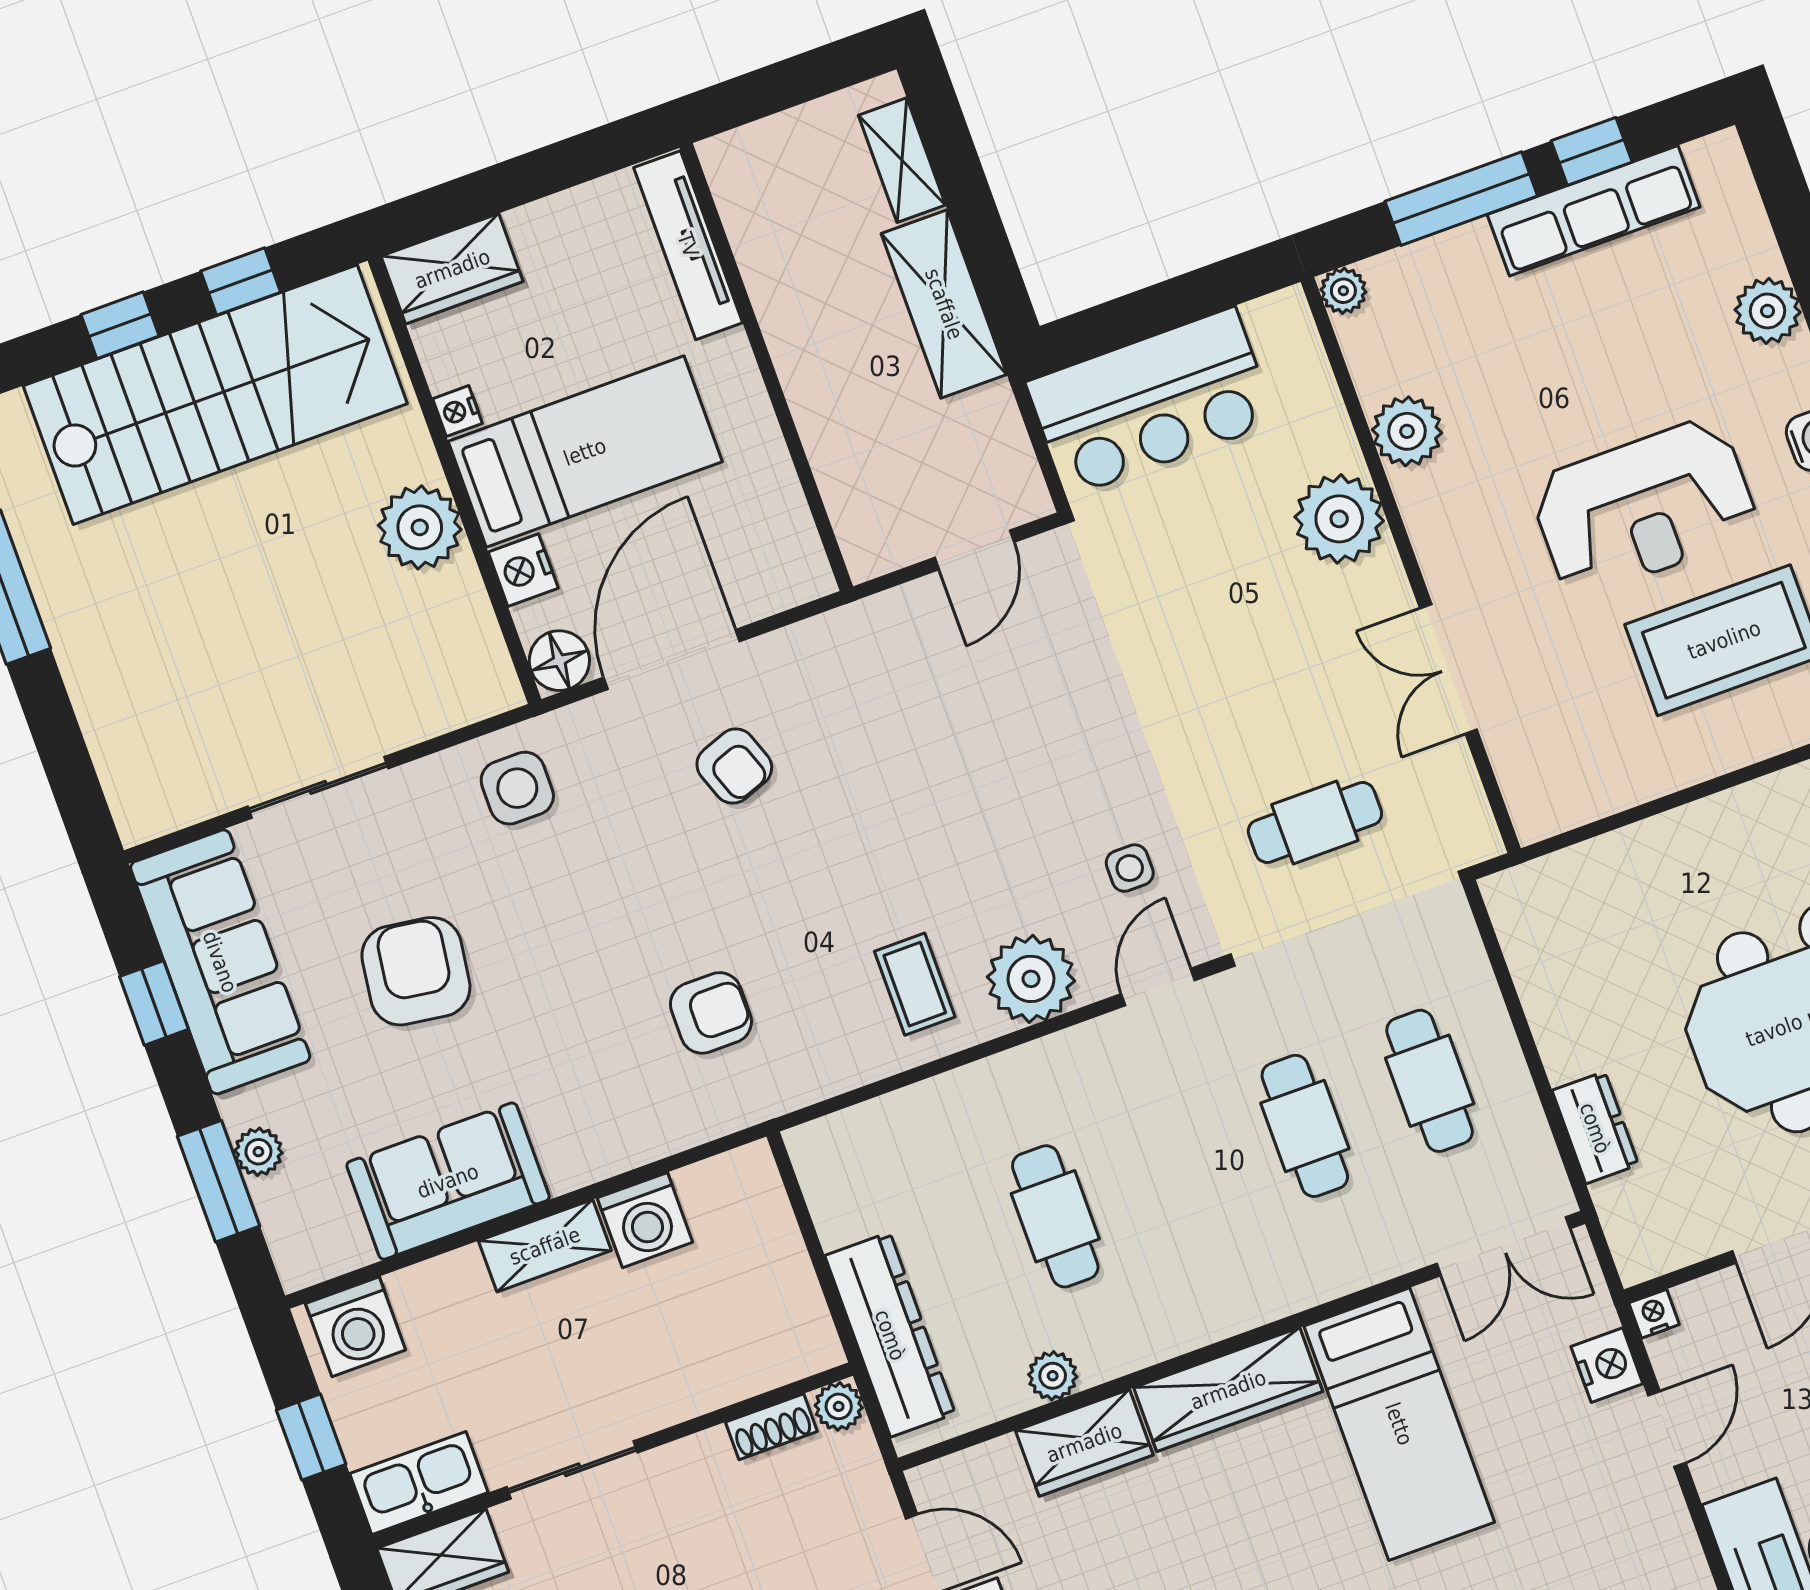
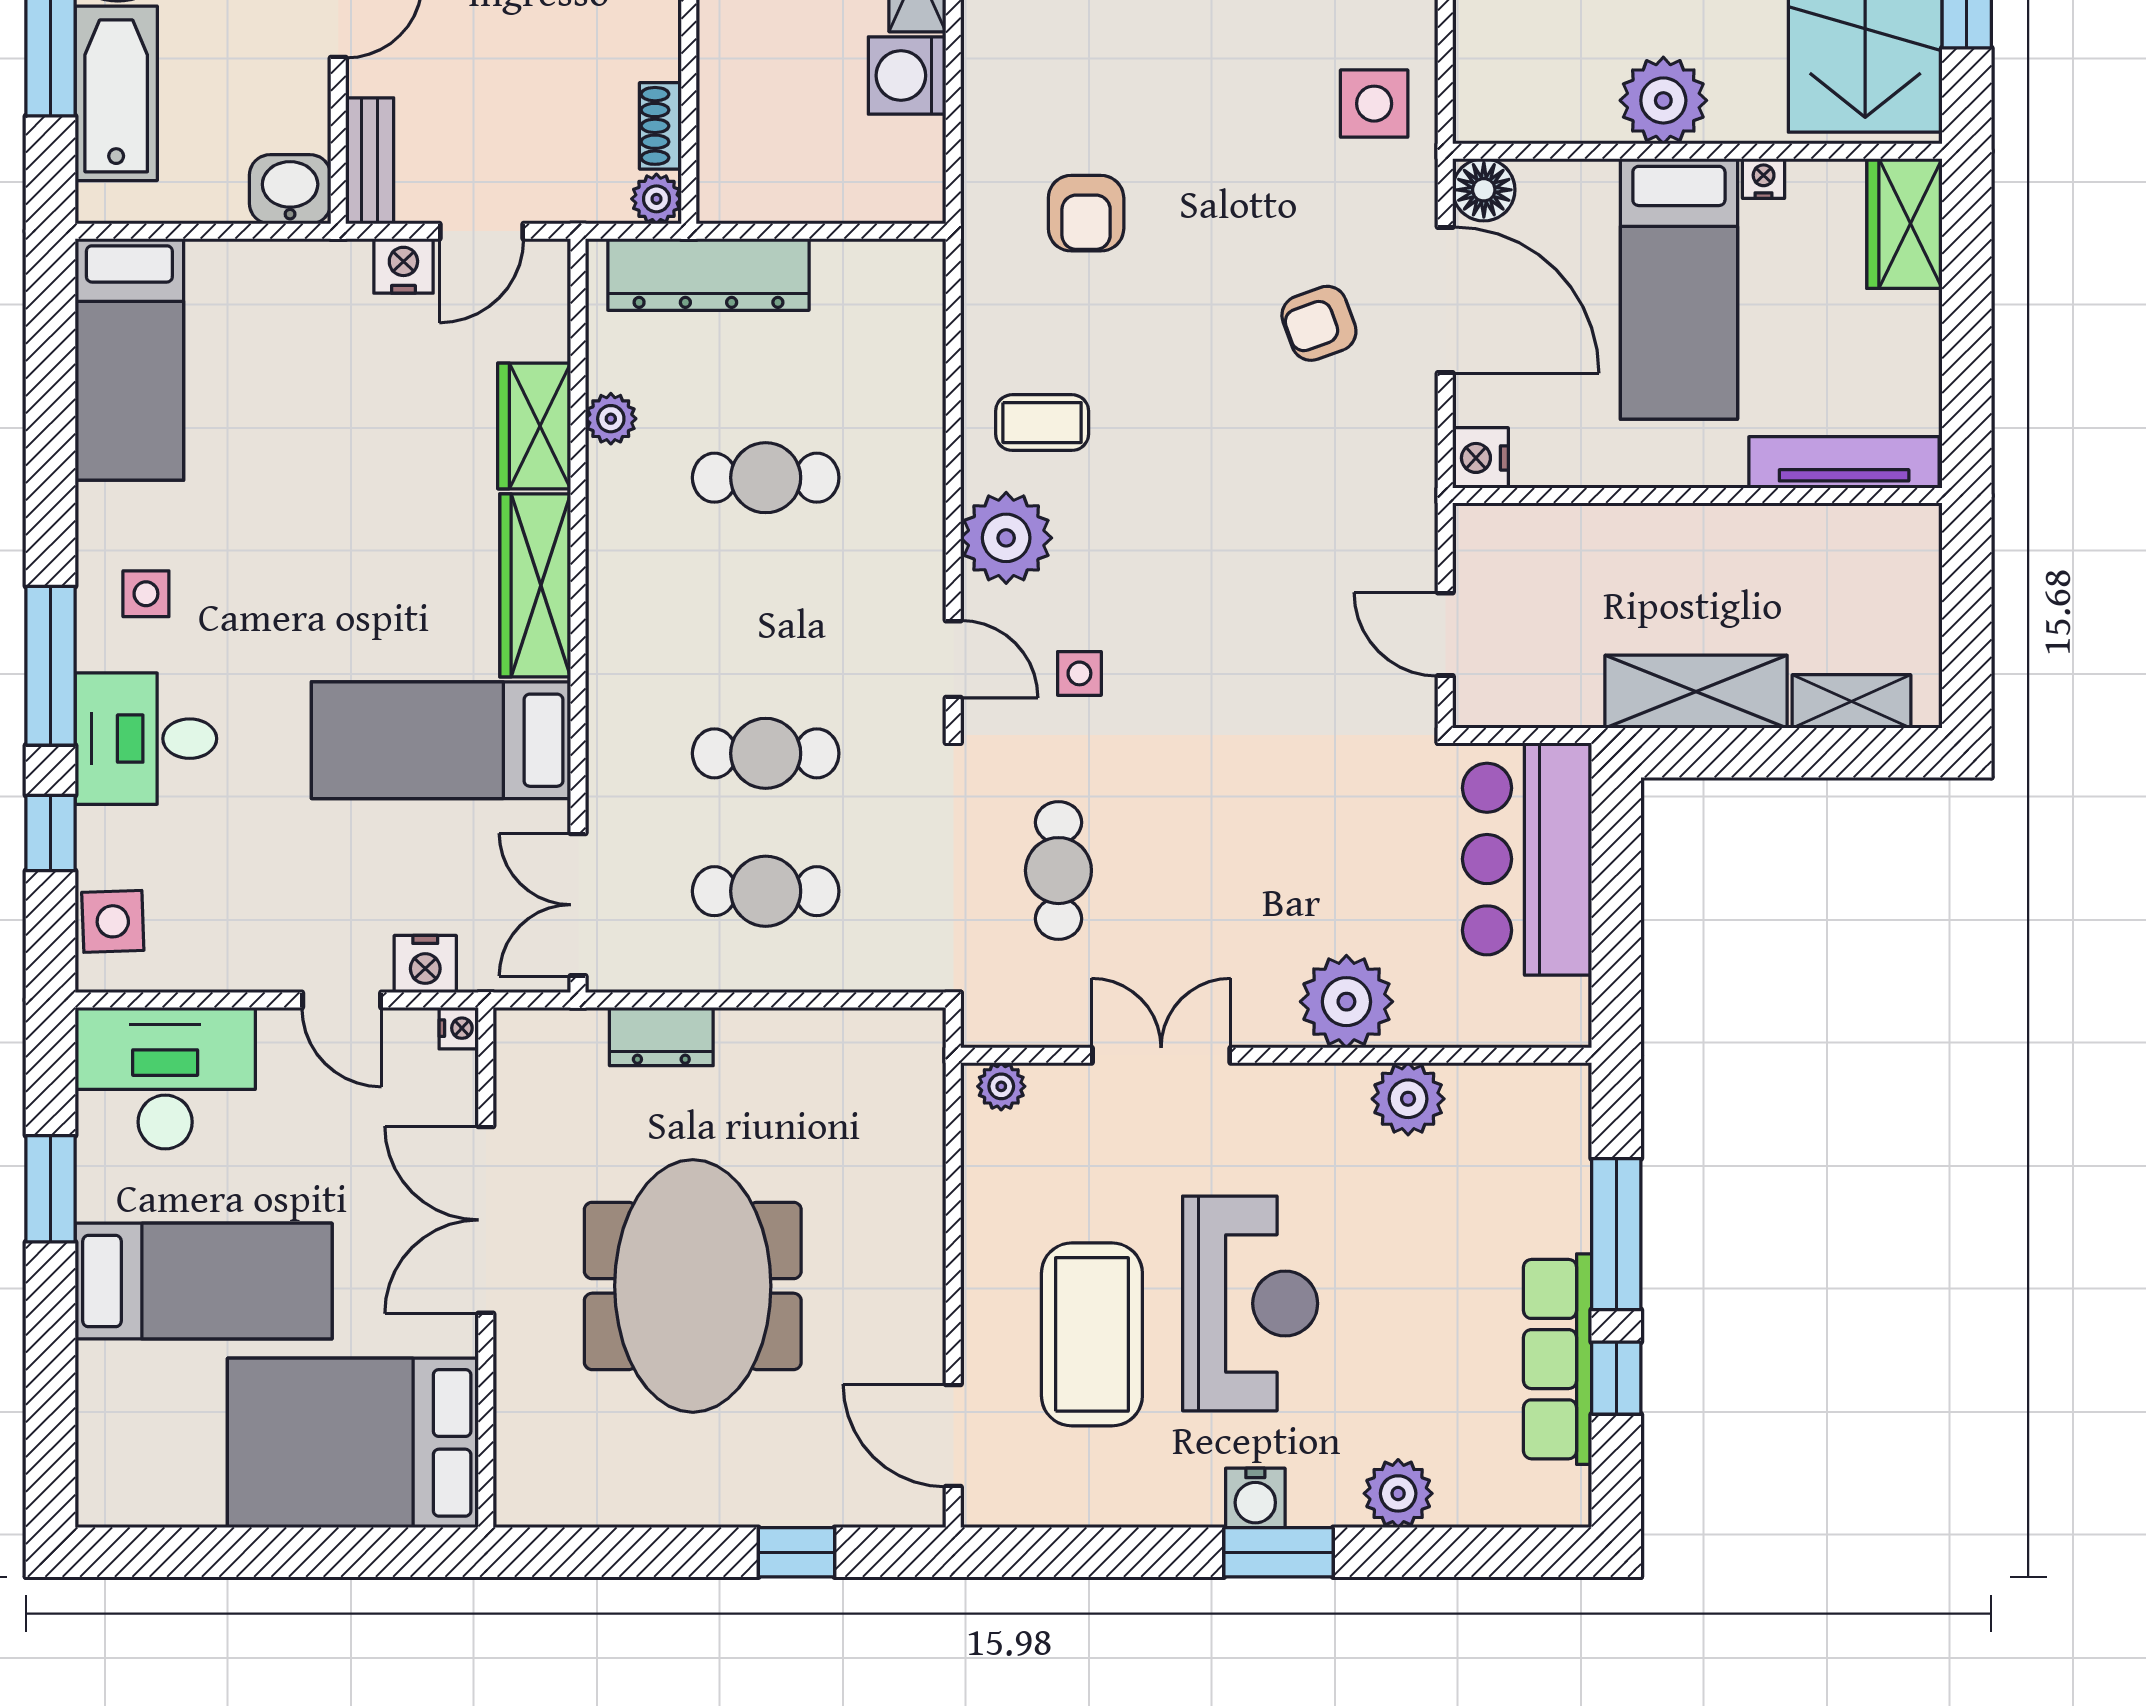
plant: (1343, 291) -> (1001, 1086), moved
reception desk: (1644, 507) -> (1250, 1303), turned 180
nightstand: (523, 570) -> (1480, 458), moved, turned -90

